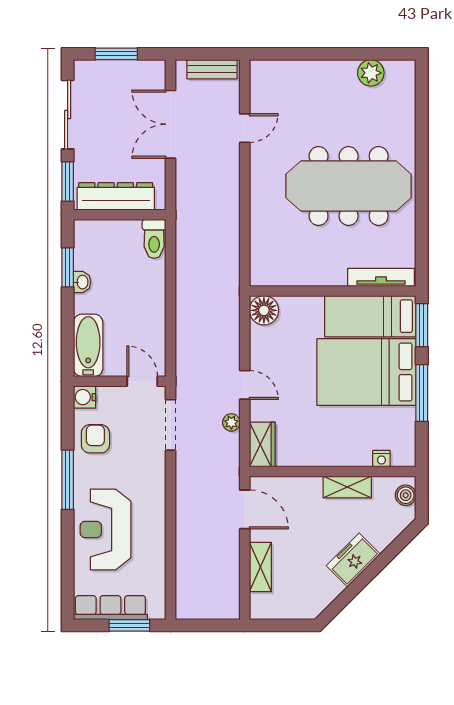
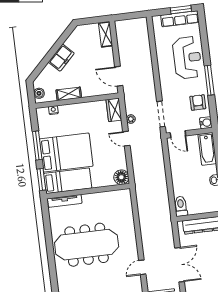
armchair: (95, 439) -> (198, 102), turned 180
shelving: (260, 567) -> (106, 34), moved
window: (129, 625) -> (181, 10), moved

